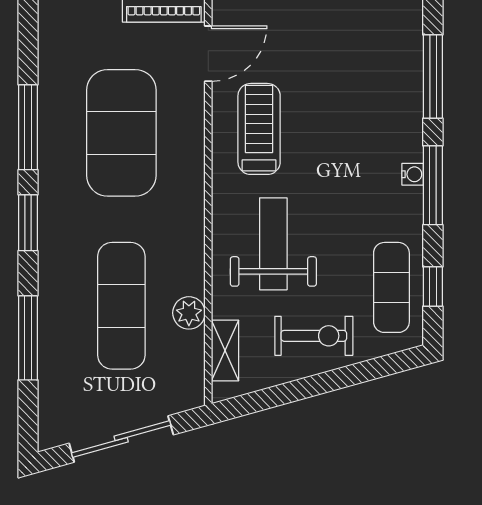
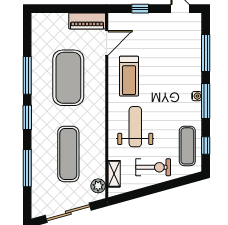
treadmill: (259, 129) -> (129, 76), turned 180
plant: (189, 313) -> (98, 186), moved

